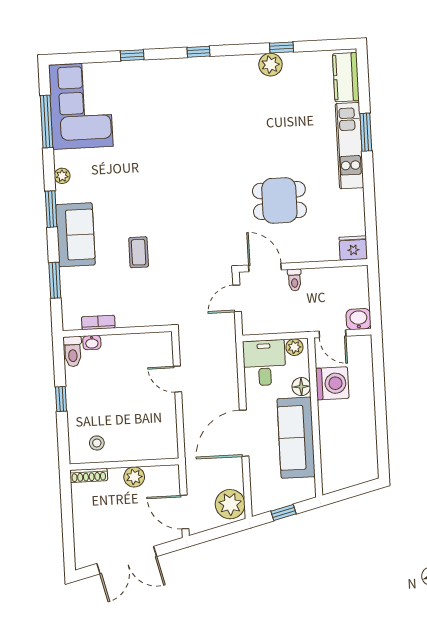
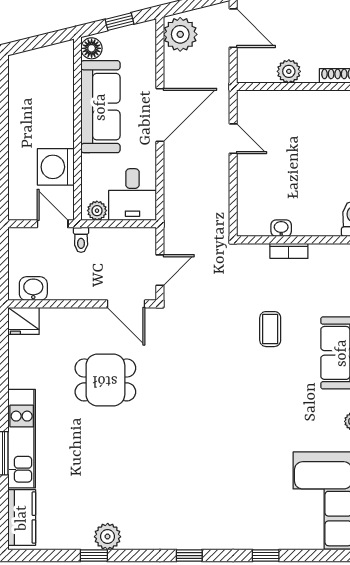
toilet: (295, 280) -> (81, 240), moved, turned 180
washbasin: (358, 319) -> (33, 289), moved, turned 180
bookcase: (98, 322) -> (289, 251), moved
washbasin: (92, 343) -> (281, 228), moved
door: (178, 379) -> (233, 139), moved
floor lamp: (301, 387) -> (92, 48), moved
stool: (97, 443) -> (330, 113), removed

